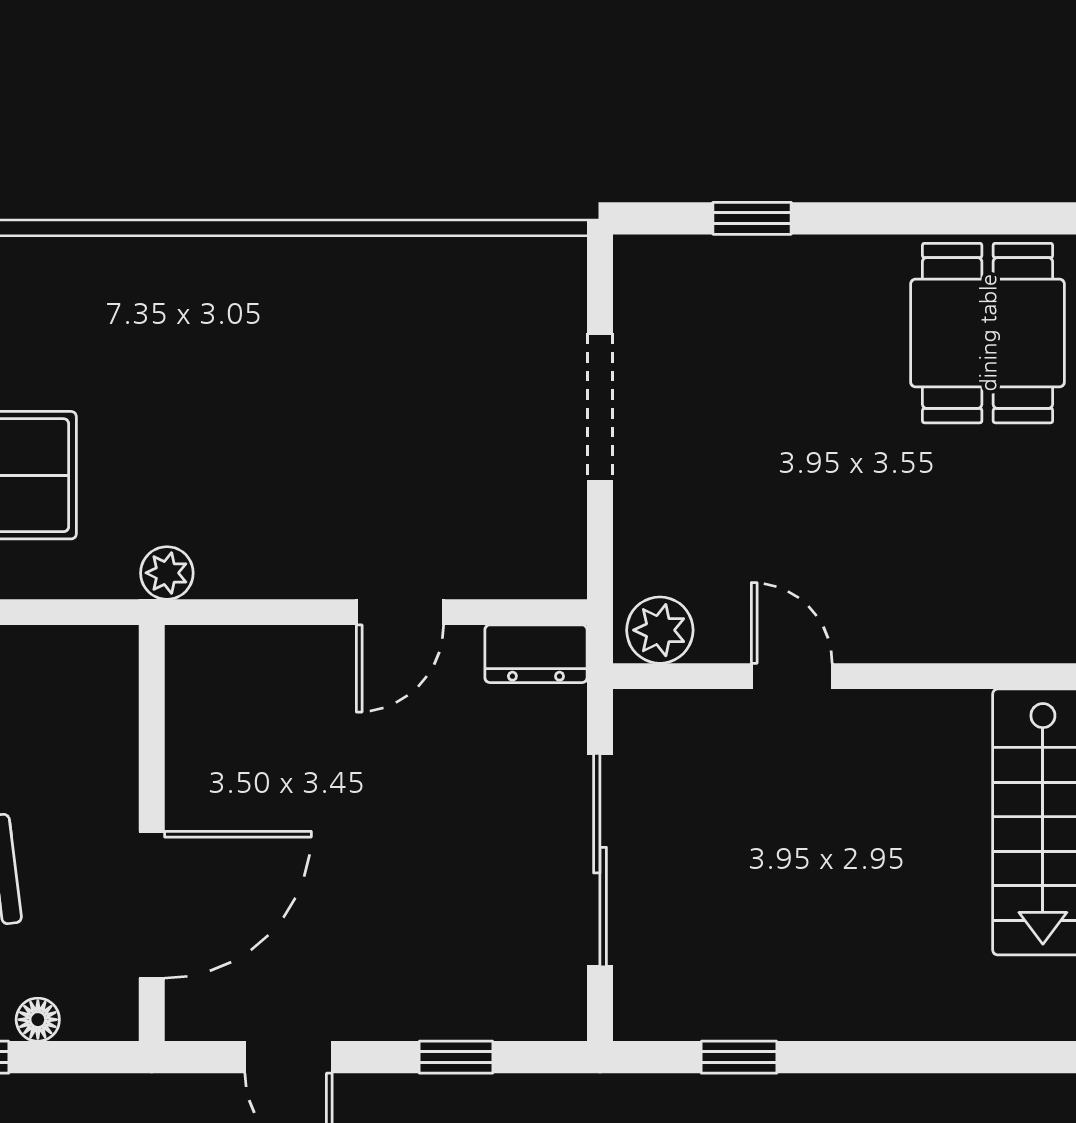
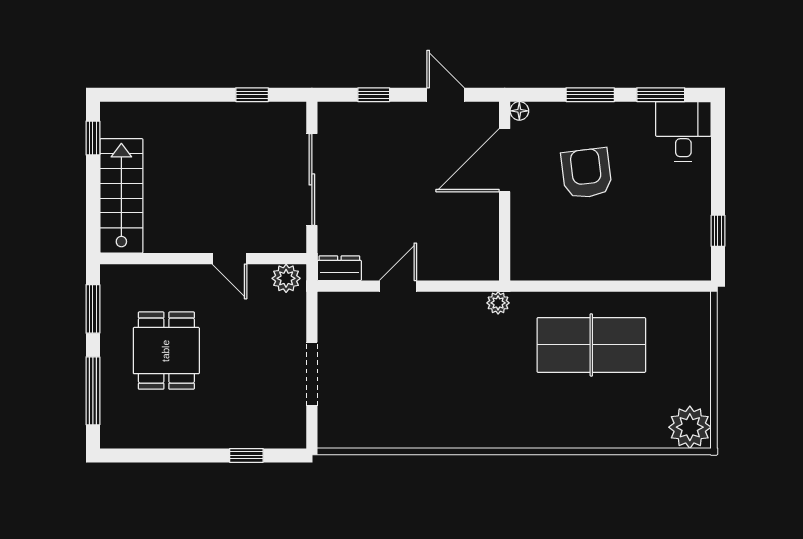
dining table: (988, 333) -> (166, 351), moved
floor lamp: (38, 1020) -> (519, 111), moved

